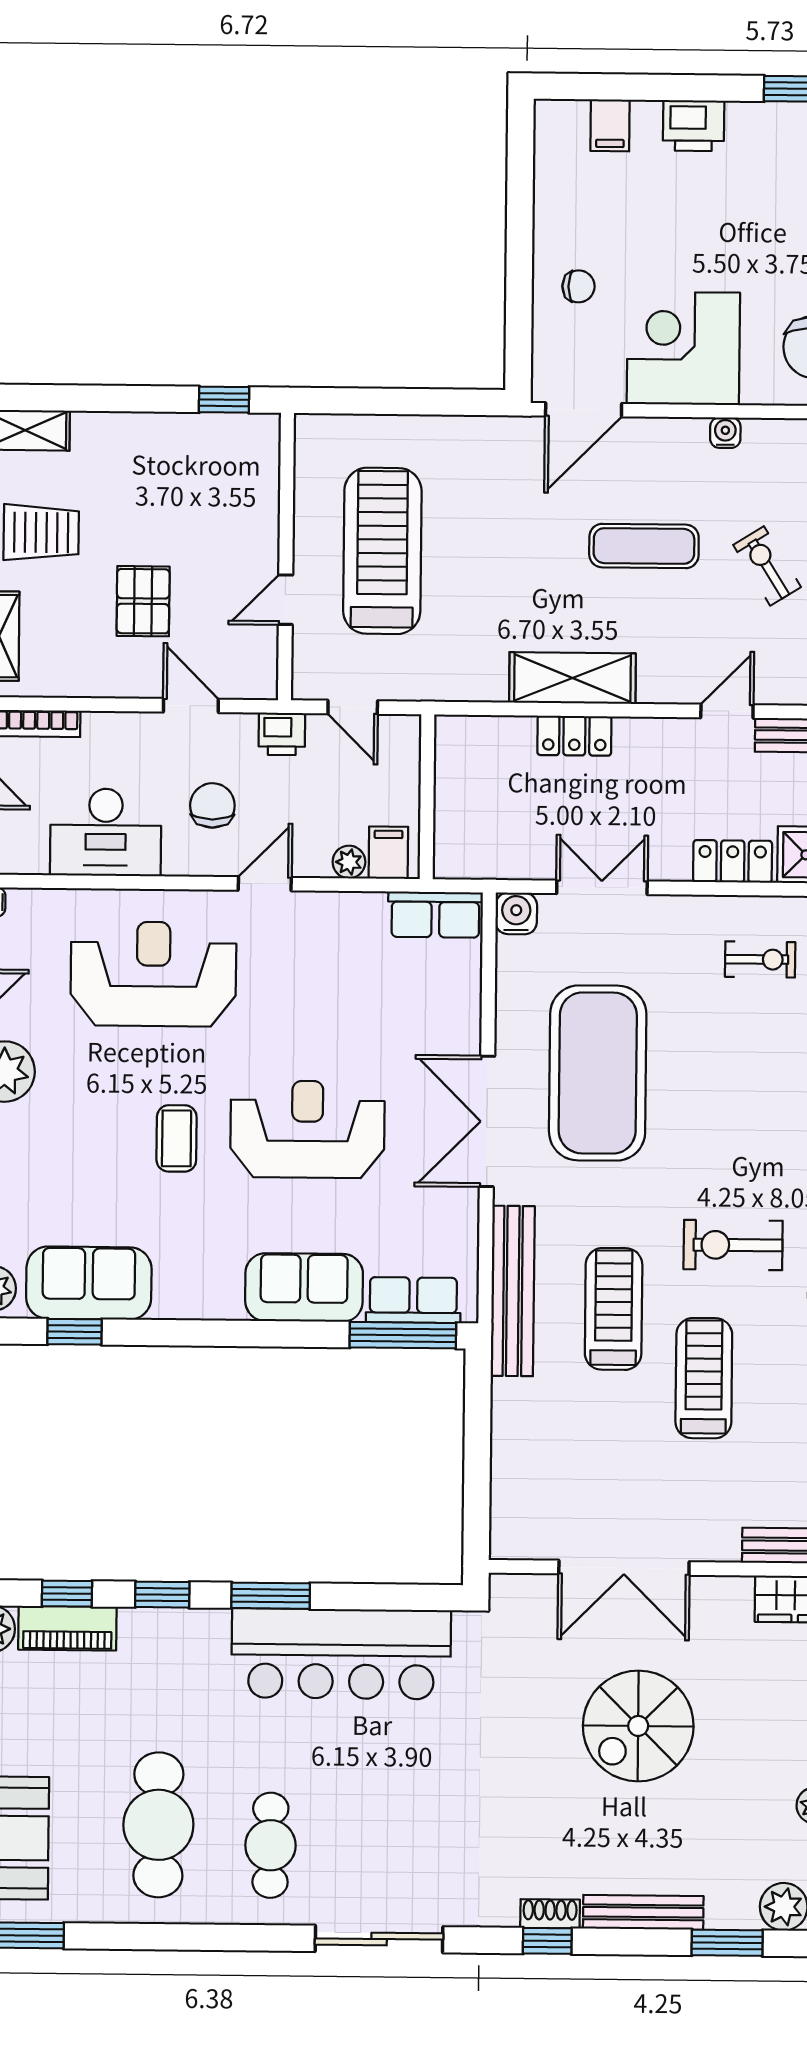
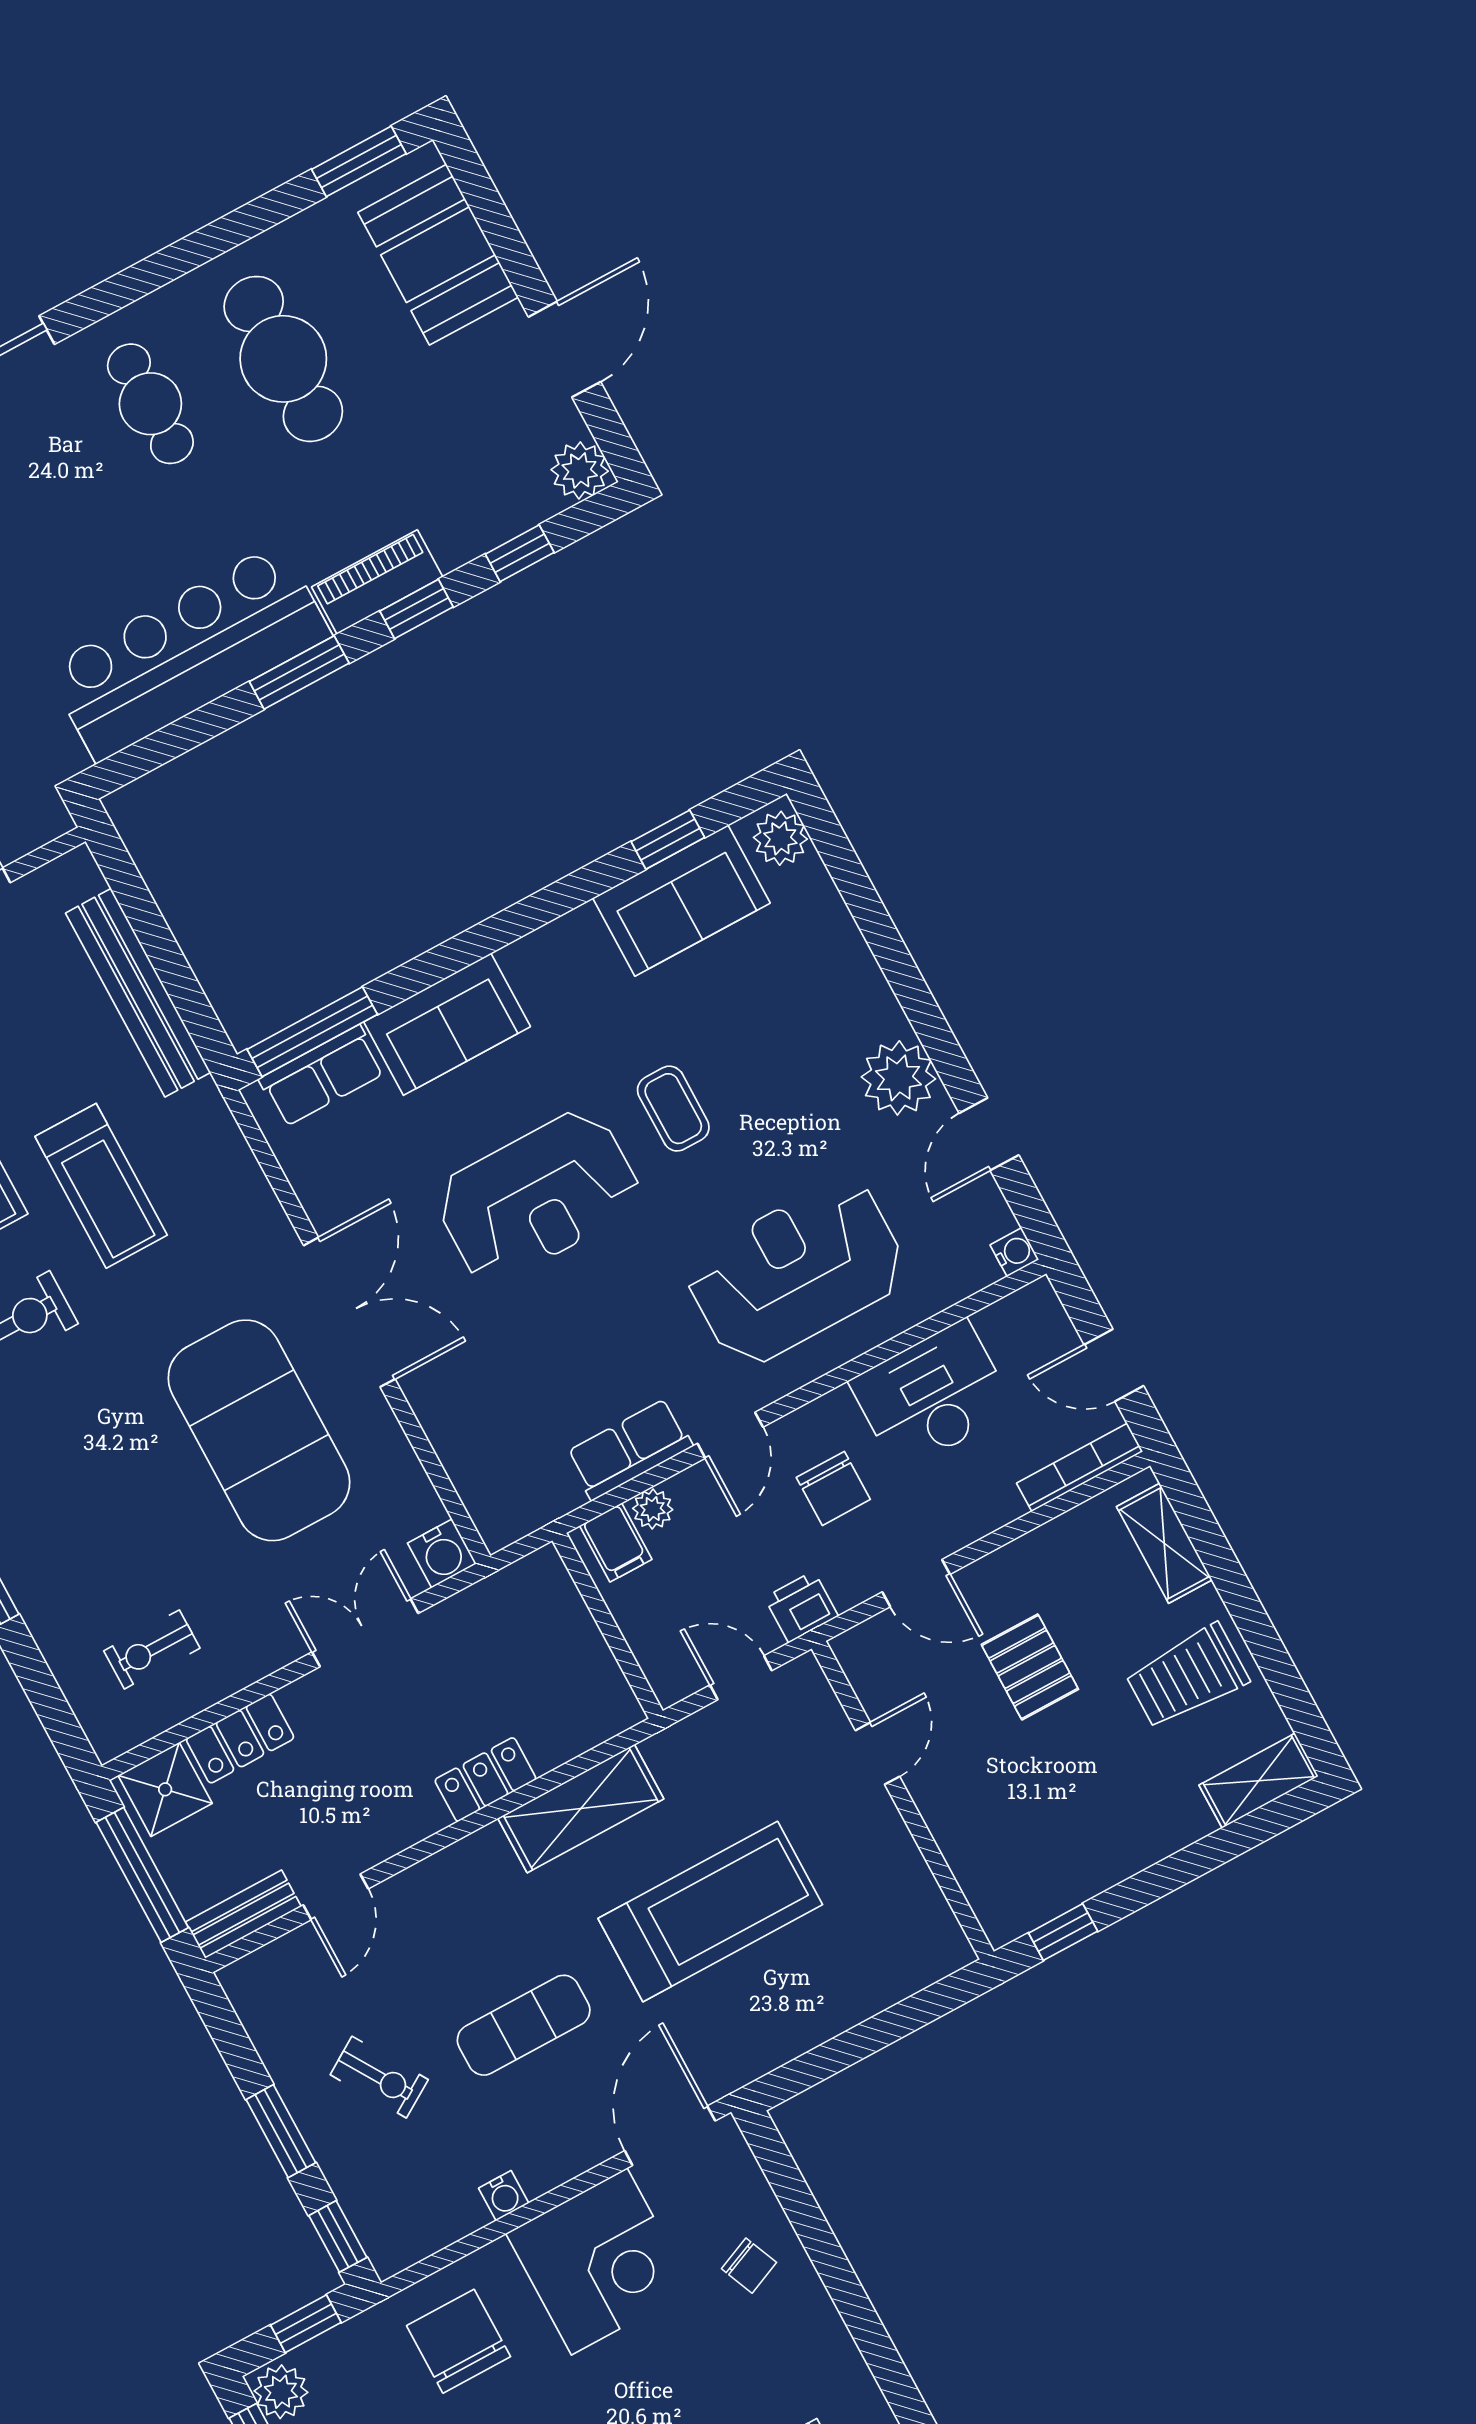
chair: (578, 286) -> (749, 2266), turned -113
treadmill: (382, 551) -> (710, 1912), moved, turned -90
shelving: (572, 678) -> (581, 1809), moved
double door: (602, 887) -> (365, 1633), swing flipped
row of seats: (435, 915) -> (629, 1449), moved
reception desk: (153, 974) -> (796, 1272), turned 180
bench: (513, 1291) -> (138, 993), moved
piano: (67, 1628) -> (377, 582), moved

